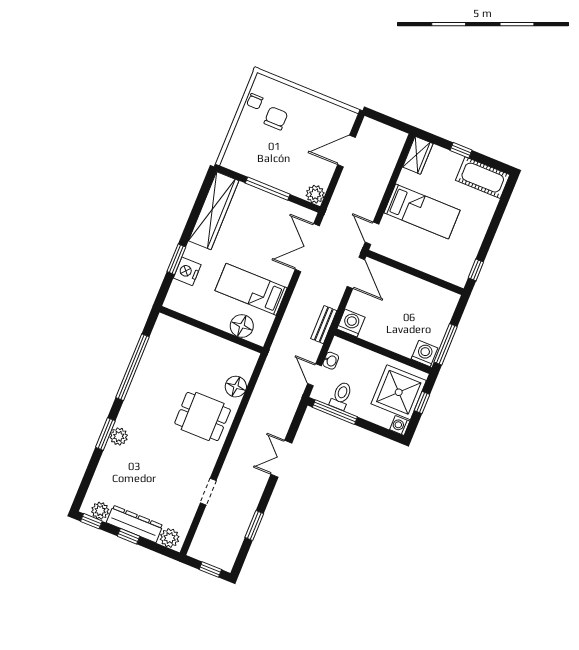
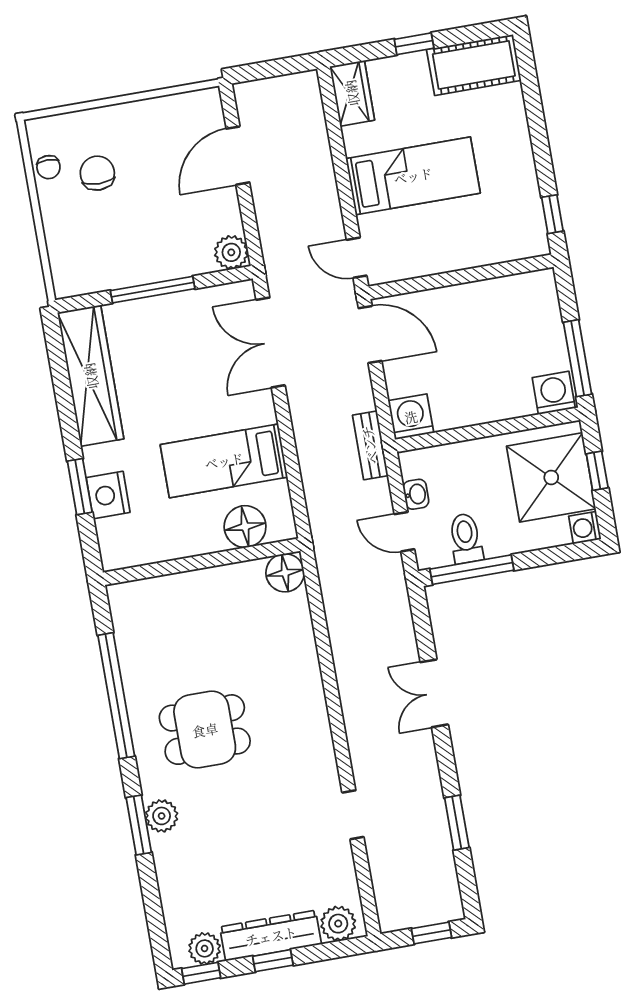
floor lamp: (236, 387) -> (285, 573), moved
dining table: (203, 416) -> (205, 730), moved

